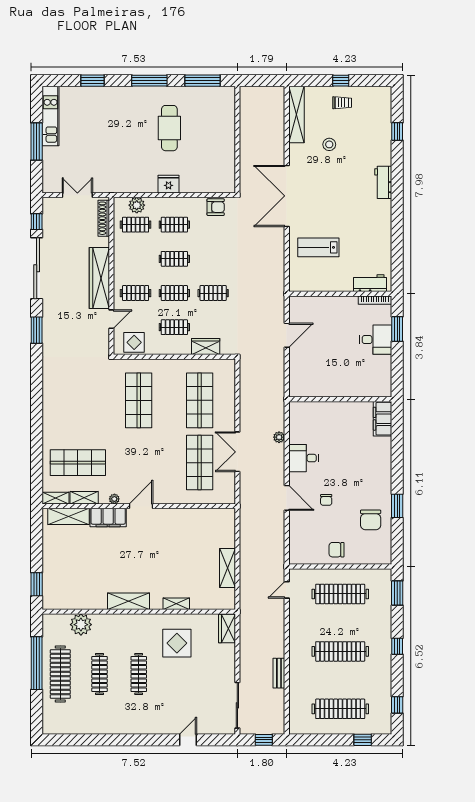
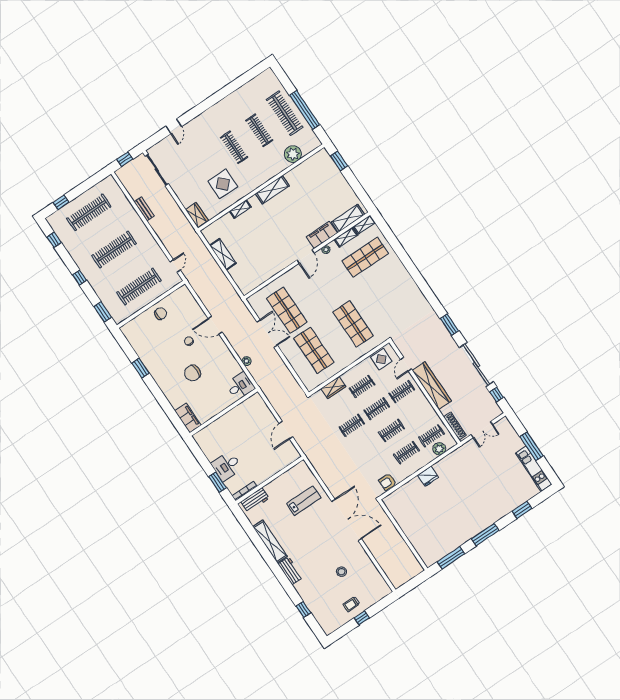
shelving: (297, 114) -> (270, 542), moved
cafe table: (169, 128) -> (452, 513), removed
desk: (304, 458) -> (240, 386), moved
chair: (371, 520) -> (193, 373), moved, turned -90

